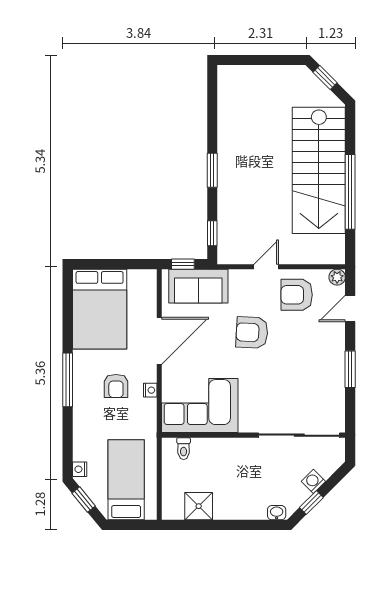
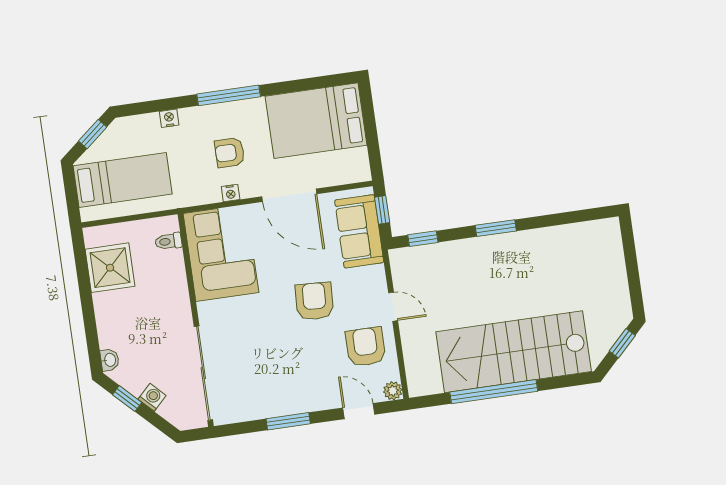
nightstand: (80, 469) -> (169, 118), moved
shower: (199, 506) -> (110, 268), width x1.36, depth x1.36

